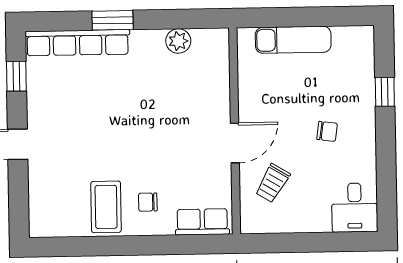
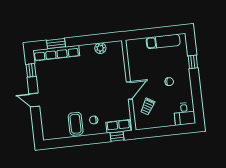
window: (113, 20) -> (56, 43), moved
exam couch: (293, 40) -> (163, 41), moved
window: (197, 244) -> (117, 136), added

